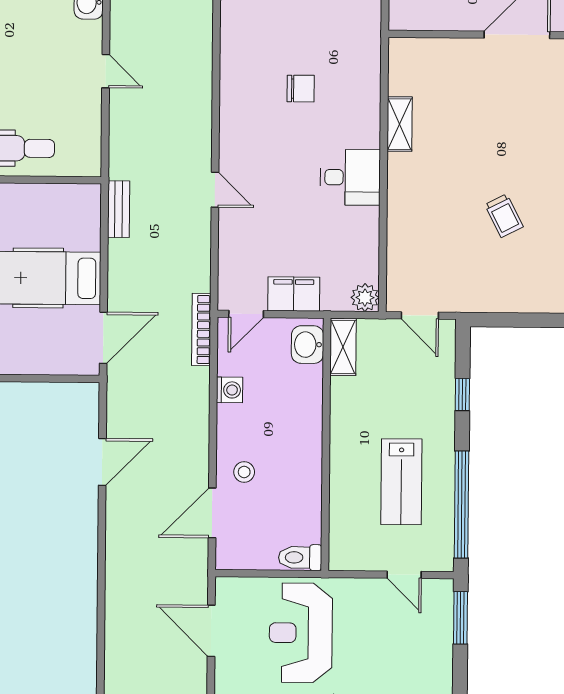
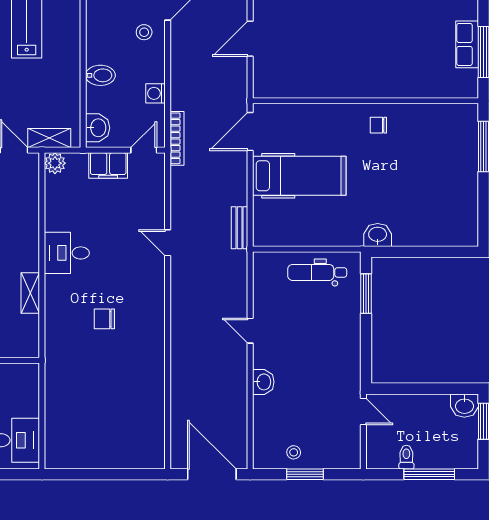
shelving: (343, 347) -> (49, 138), moved, turned 90
bidet: (303, 415) -> (100, 75), added

